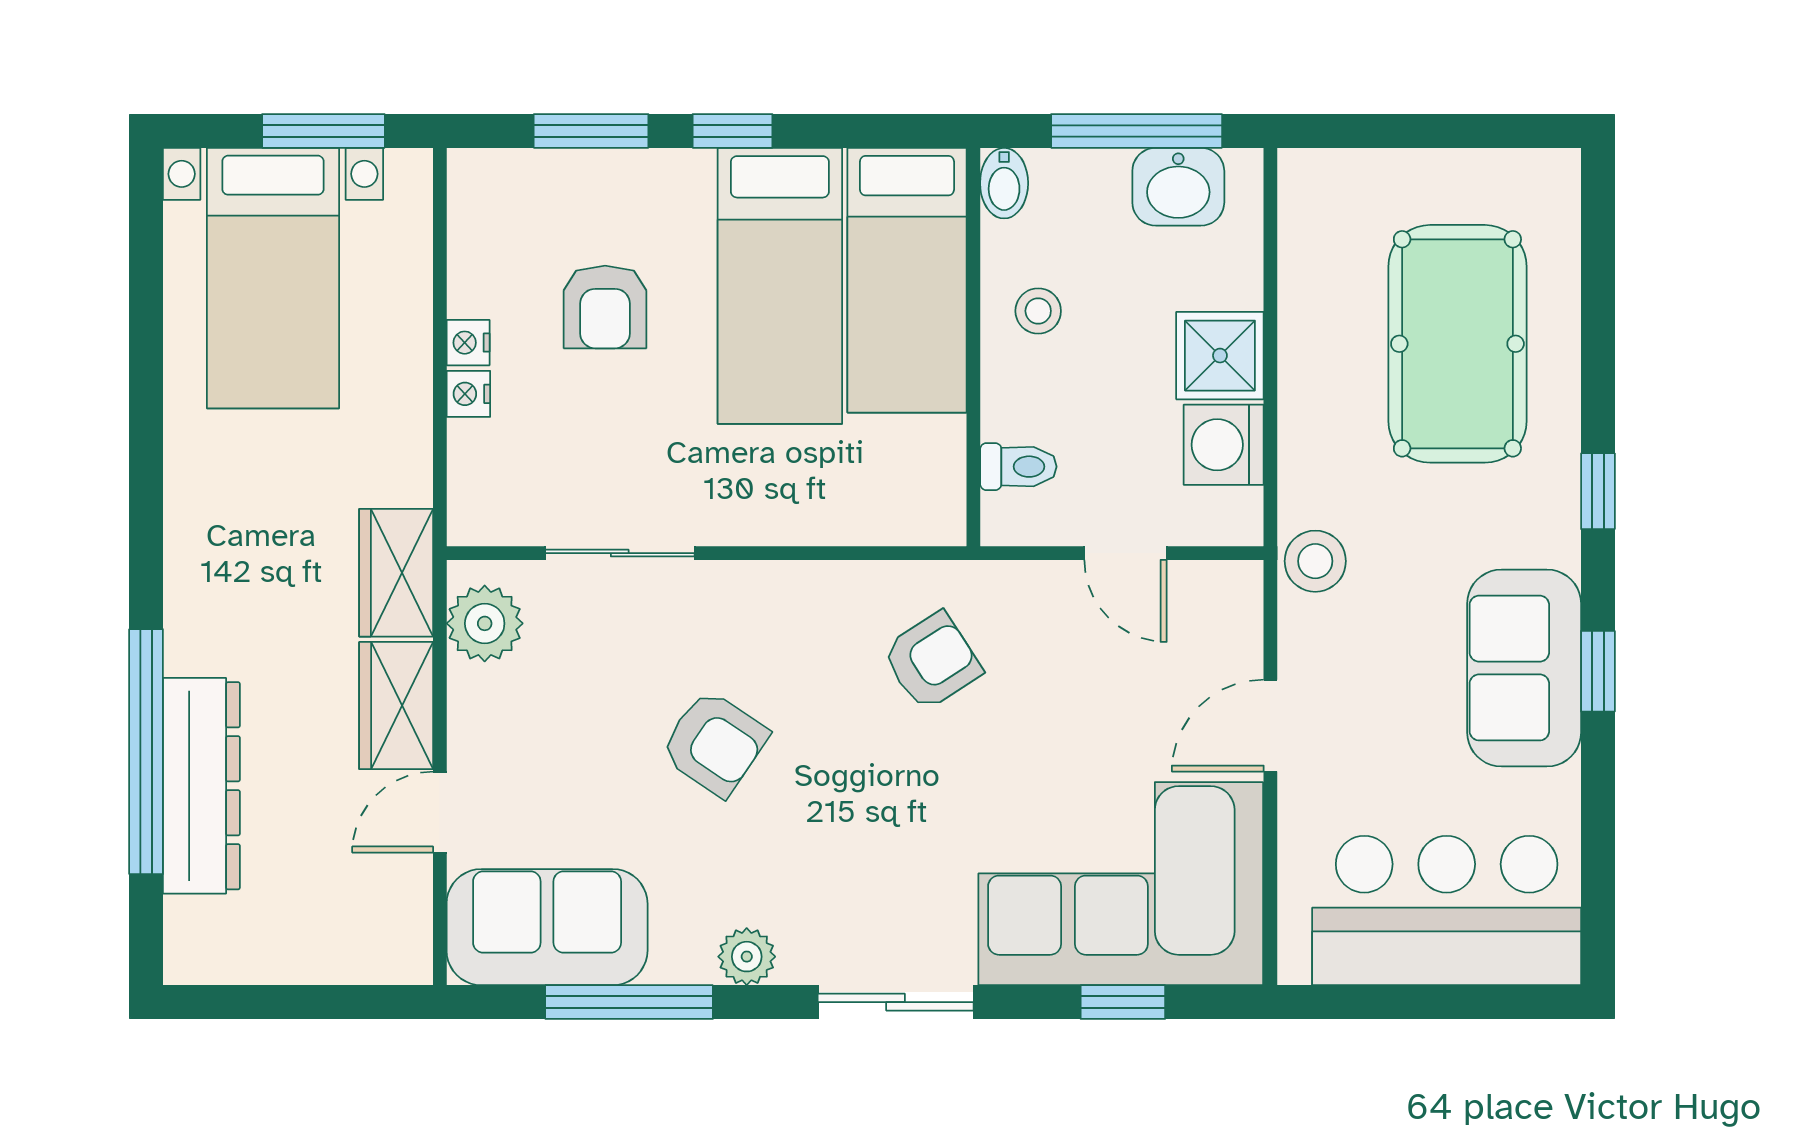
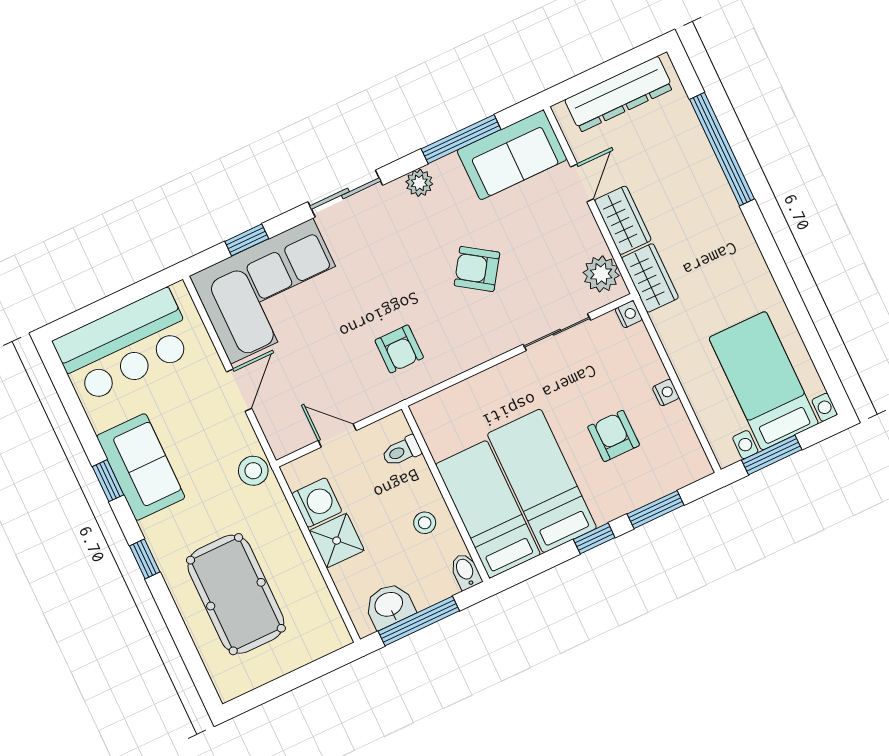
nightstand: (468, 394) -> (629, 314), moved
armchair: (932, 661) -> (399, 349), turned -57
dresser: (201, 786) -> (619, 94), moved, turned -90

